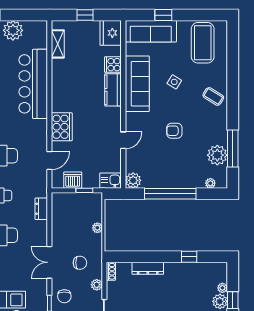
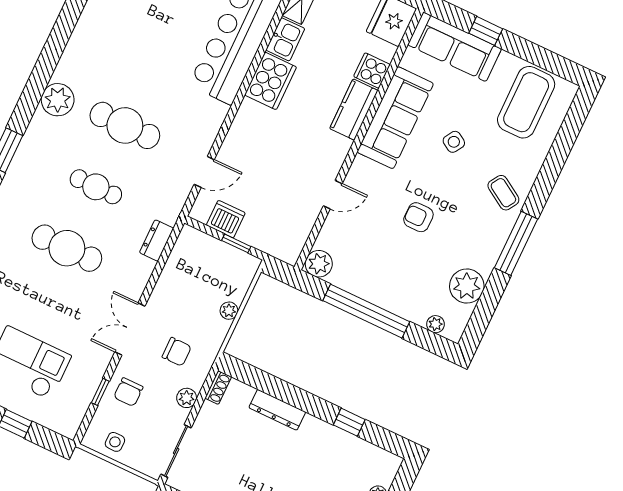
cooker: (62, 127) -> (271, 81), moved
window: (233, 148) -> (516, 243), moved
kitchen sink: (111, 181) -> (285, 39), moved, turned 90

